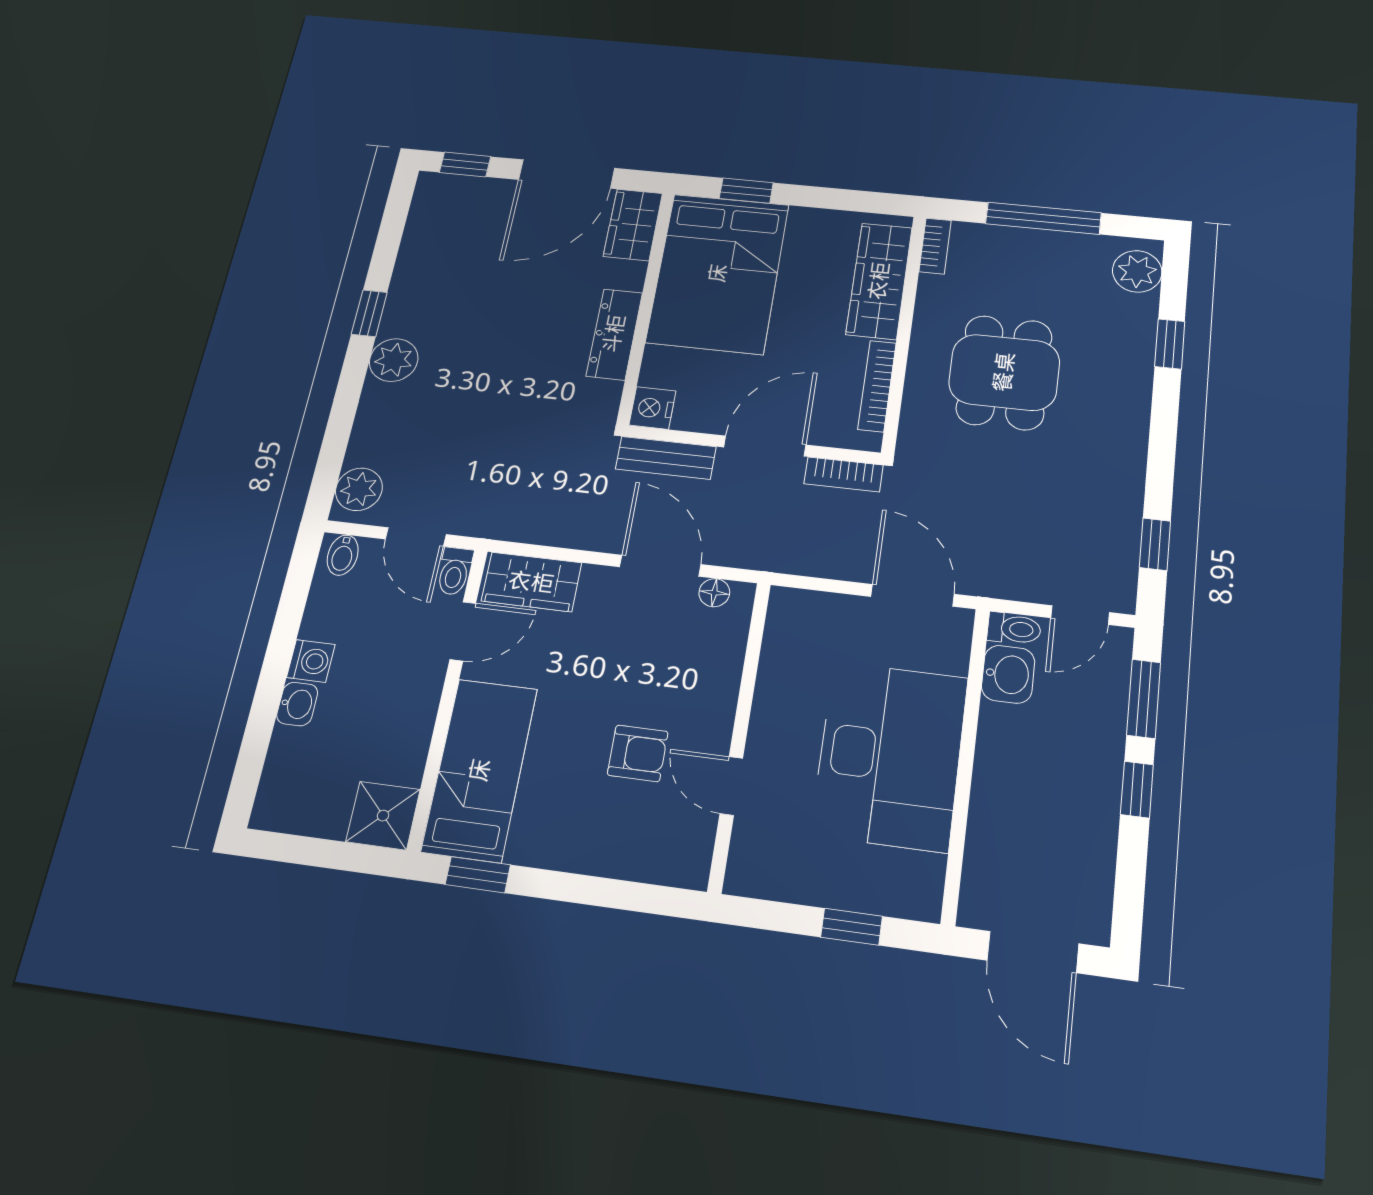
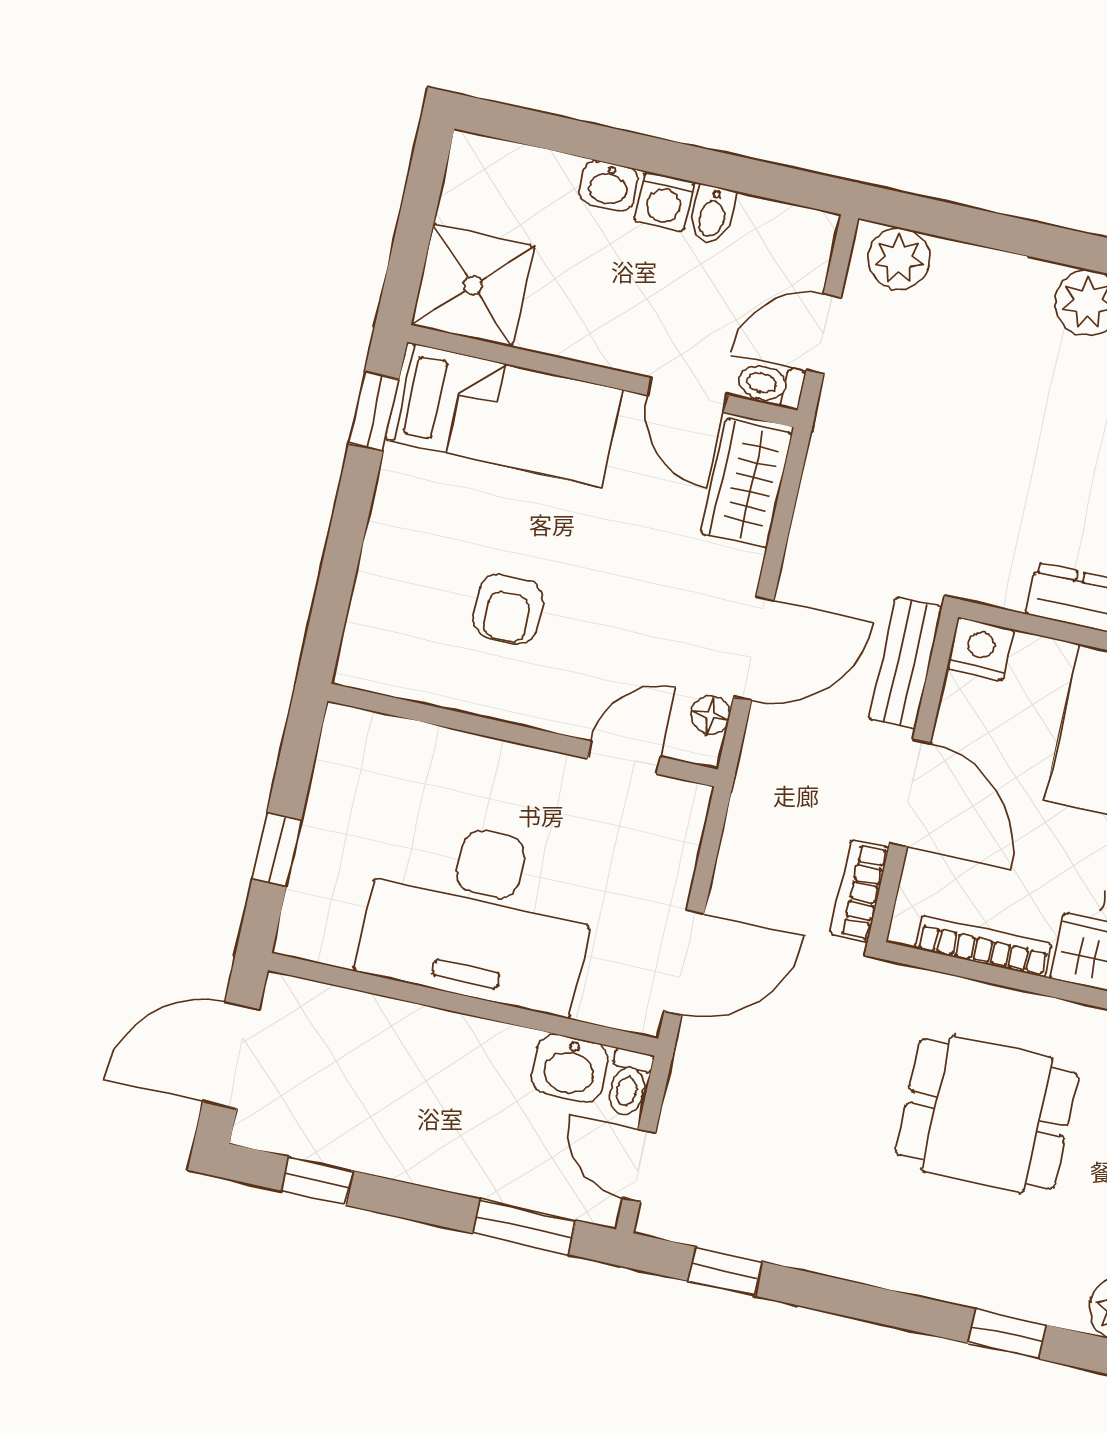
bidet: (343, 555) -> (712, 215), moved, turned -90
door: (731, 786) -> (624, 758), moved
window: (1137, 790) -> (317, 1181), moved
shower: (383, 816) -> (473, 285), width x1.36, depth x1.36

